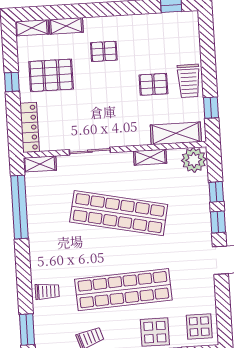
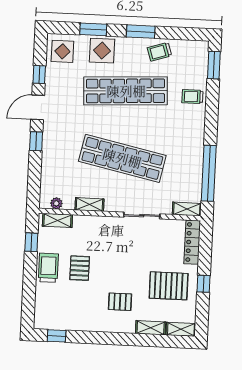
pallet: (153, 84) -> (80, 268), turned 90
shelving: (176, 133) -> (57, 220), width x0.67, depth x0.75
plant: (194, 160) -> (56, 203), width x0.53, depth x0.53
window: (216, 192) -> (39, 74), moved

